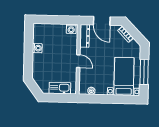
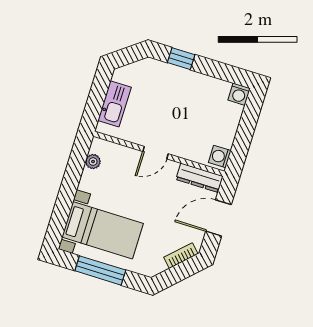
washing machine: (37, 48) -> (239, 94), moved
window: (28, 62) -> (181, 59), added

